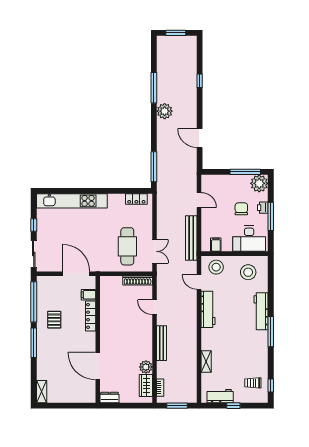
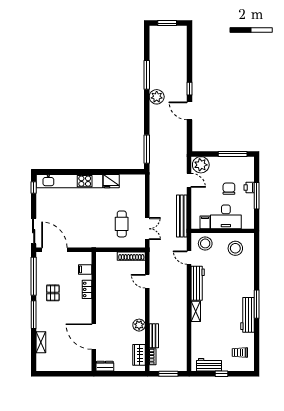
window: (200, 81) -> (190, 89), moved
door: (200, 138) -> (190, 111), moved
plant: (259, 183) -> (201, 165), moved
locker: (136, 199) -> (130, 179), removed
fridge: (116, 201) -> (111, 181), added
window: (34, 225) -> (34, 187), moved
desk: (249, 239) -> (226, 217), moved
cafe table: (127, 246) -> (122, 224), width x0.73, depth x0.74
door: (76, 274) -> (54, 250), moved
workbench: (261, 311) -> (247, 315), moved
locker: (91, 316) -> (87, 289), width x0.66
bench: (162, 343) -> (154, 336), moved, width x0.73
shelving: (206, 361) -> (196, 311), moved
plant: (146, 367) -> (139, 325), moved
window: (271, 385) -> (257, 355), removed
shelving: (42, 392) -> (41, 342), moved

